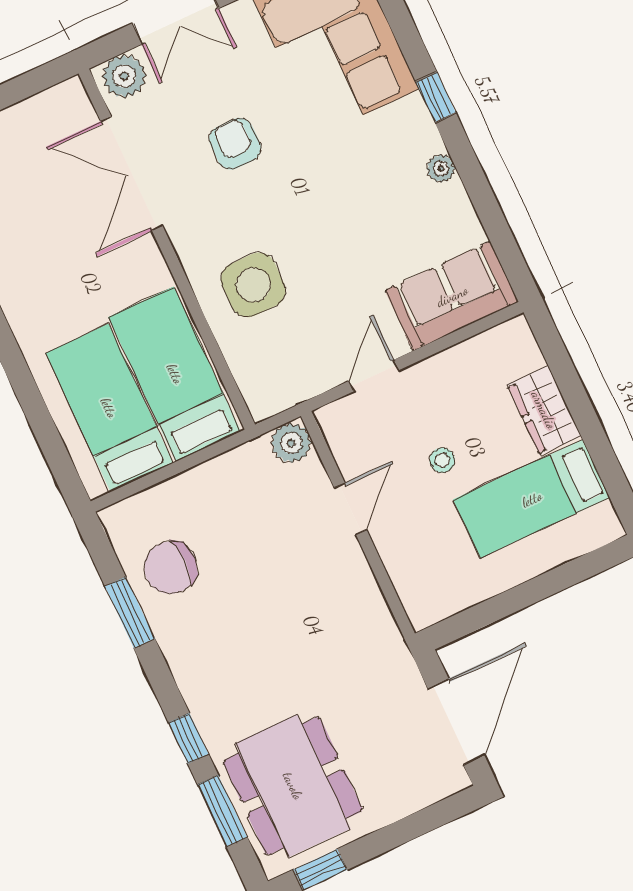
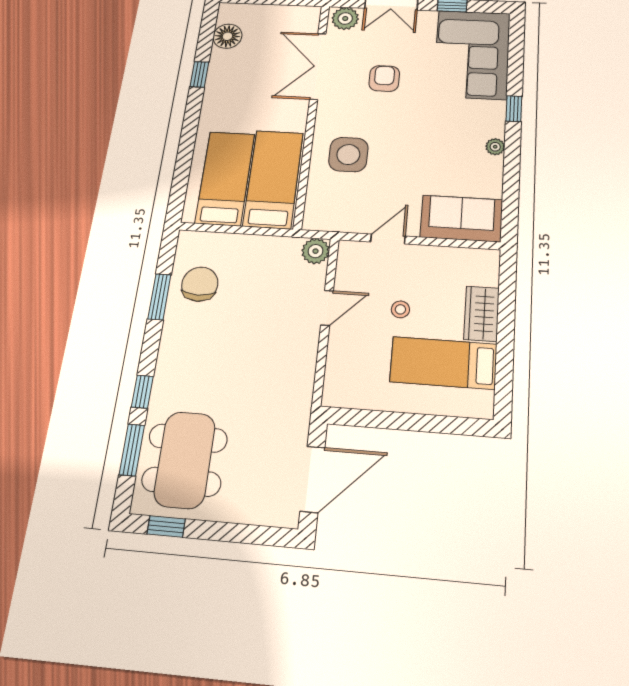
chair: (170, 568) -> (200, 284), turned 90

